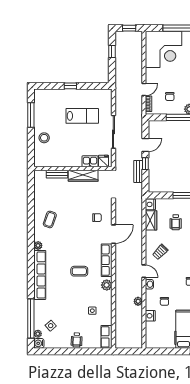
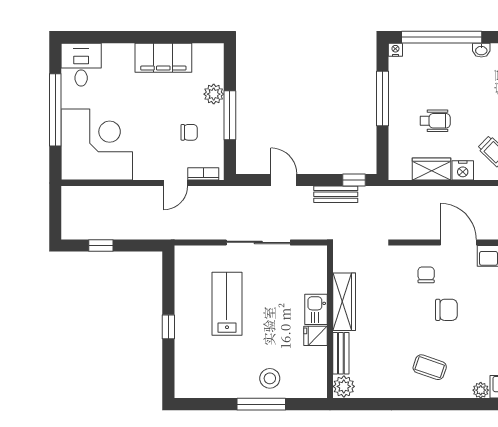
window: (129, 28) -> (55, 212), removed
door: (144, 90) -> (176, 183), swing flipped
window: (31, 115) -> (261, 404), moved
kitchen sink: (90, 161) -> (316, 309), moved
fridge: (104, 161) -> (315, 336), moved
window: (145, 164) -> (354, 180), moved
plant: (40, 176) -> (344, 386), added
nightstand: (150, 204) -> (463, 170), moved
chair: (79, 228) -> (446, 310), added

